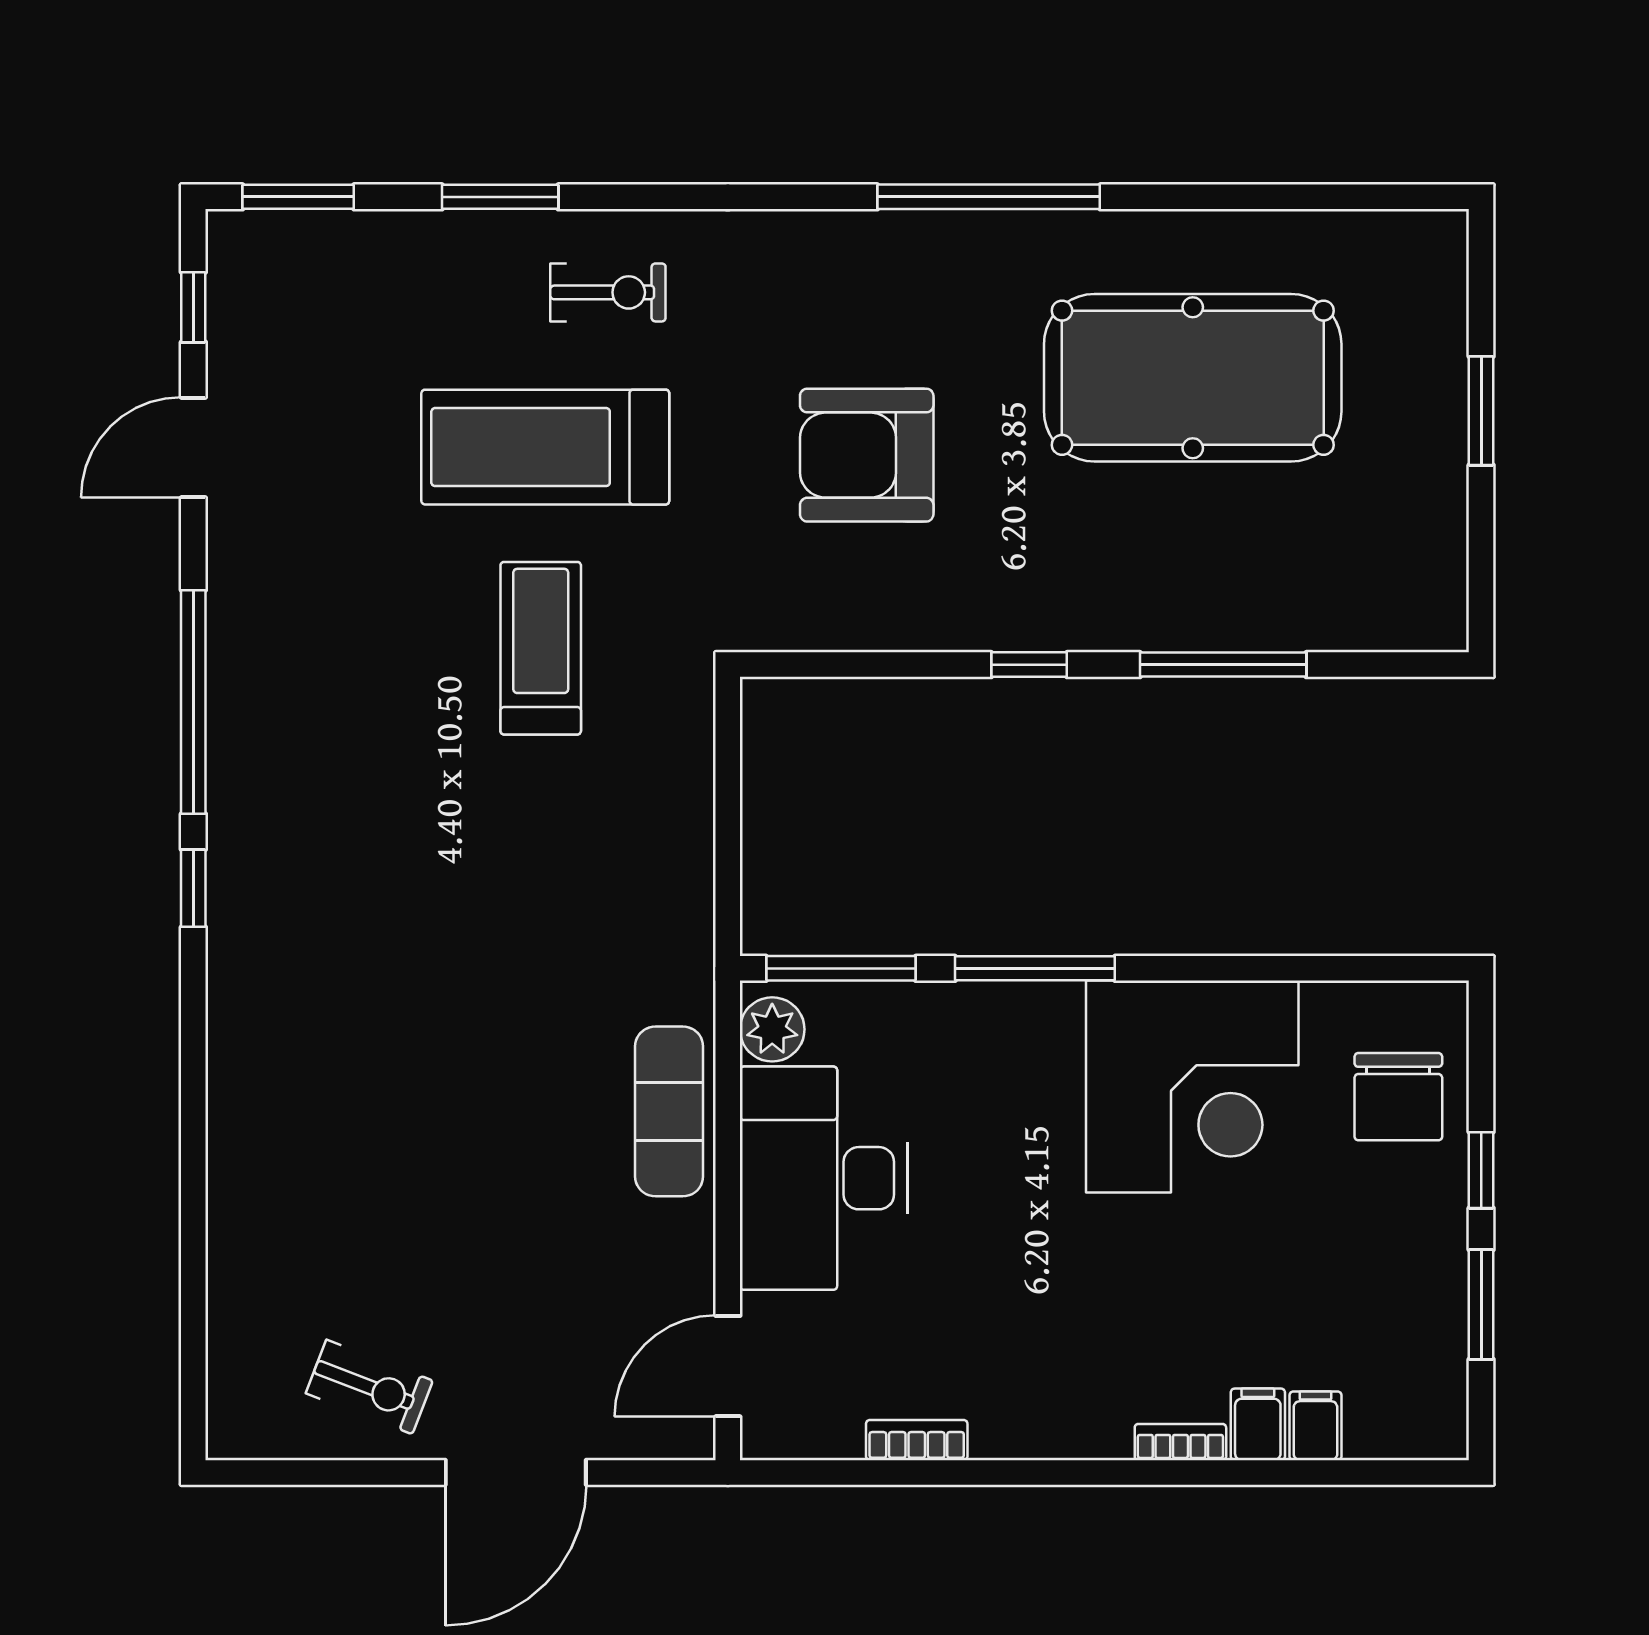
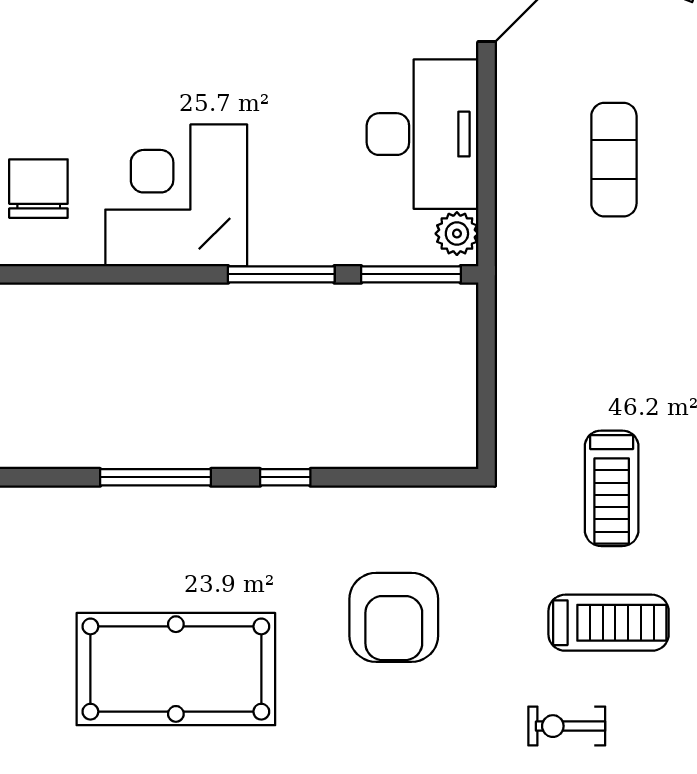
treadmill: (545, 447) -> (609, 623), width x0.73, depth x0.73
armchair: (867, 455) -> (394, 617), turned 90
exercise mat: (669, 1111) -> (614, 160), moved

